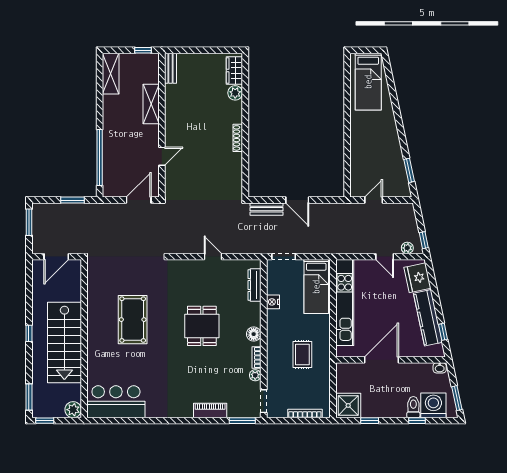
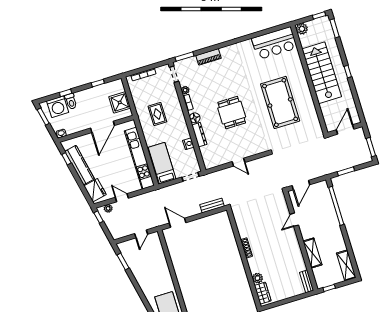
door: (297, 200) -> (178, 223), moved
dresser: (254, 285) -> (199, 135), moved
pool table: (133, 320) -> (280, 102), width x1.36, depth x1.32
shower: (348, 405) -> (120, 102), moved

